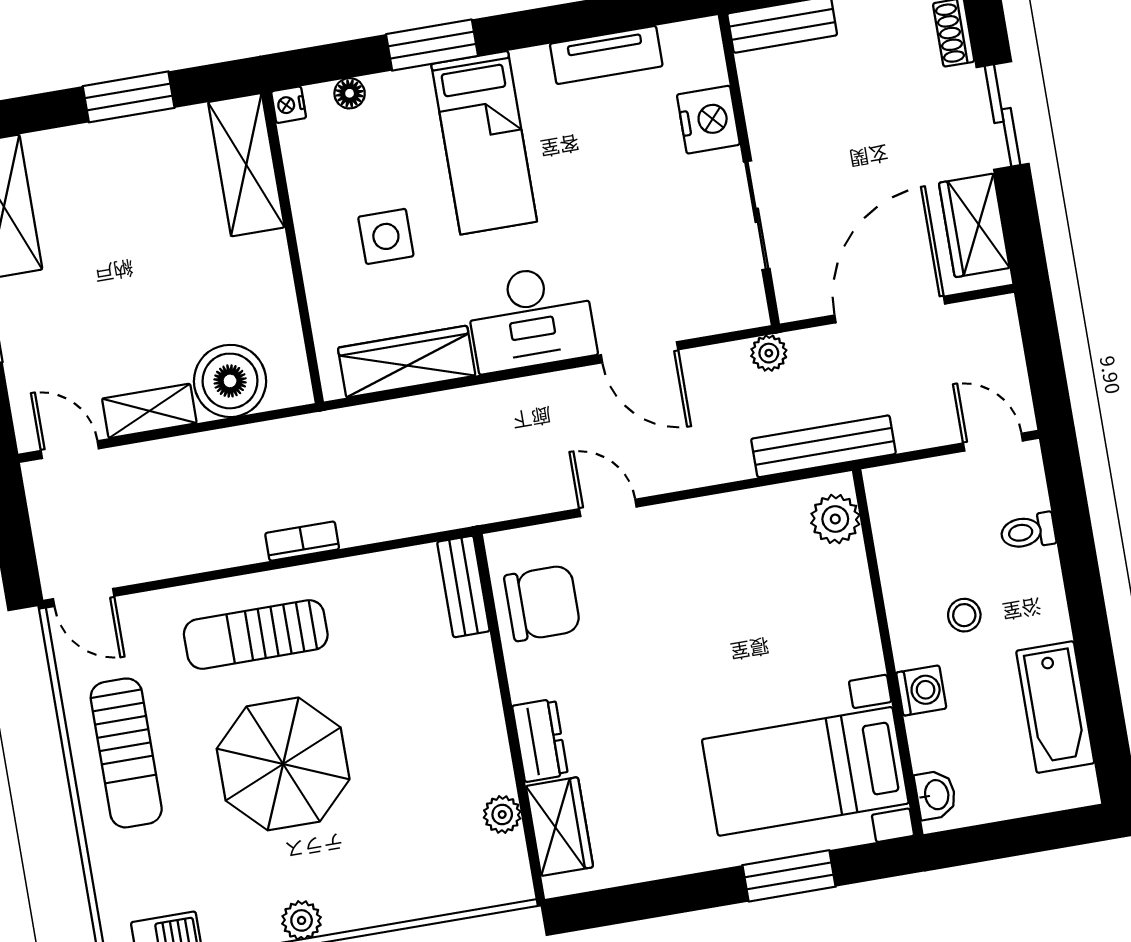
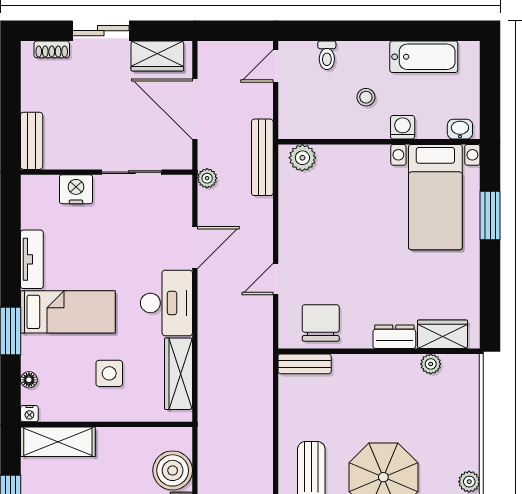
tv unit: (606, 55) -> (32, 259), moved
bookcase: (302, 541) -> (265, 446), removed

